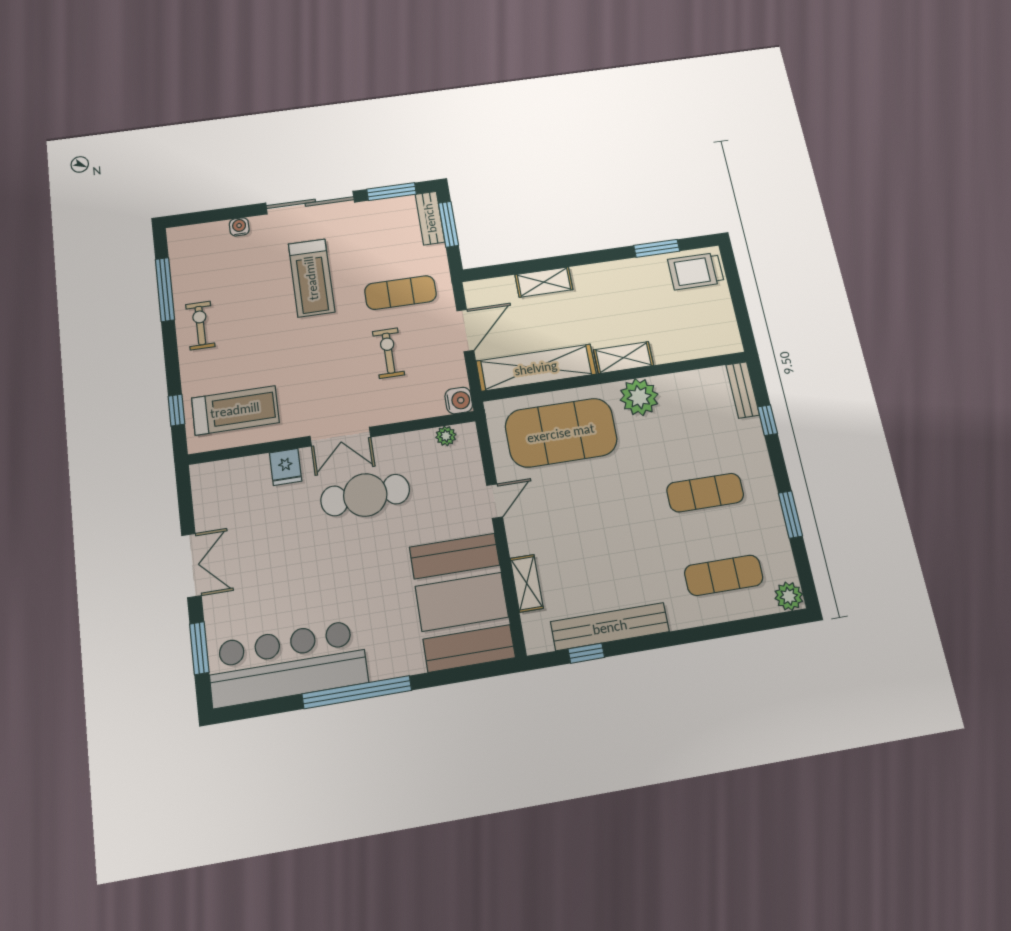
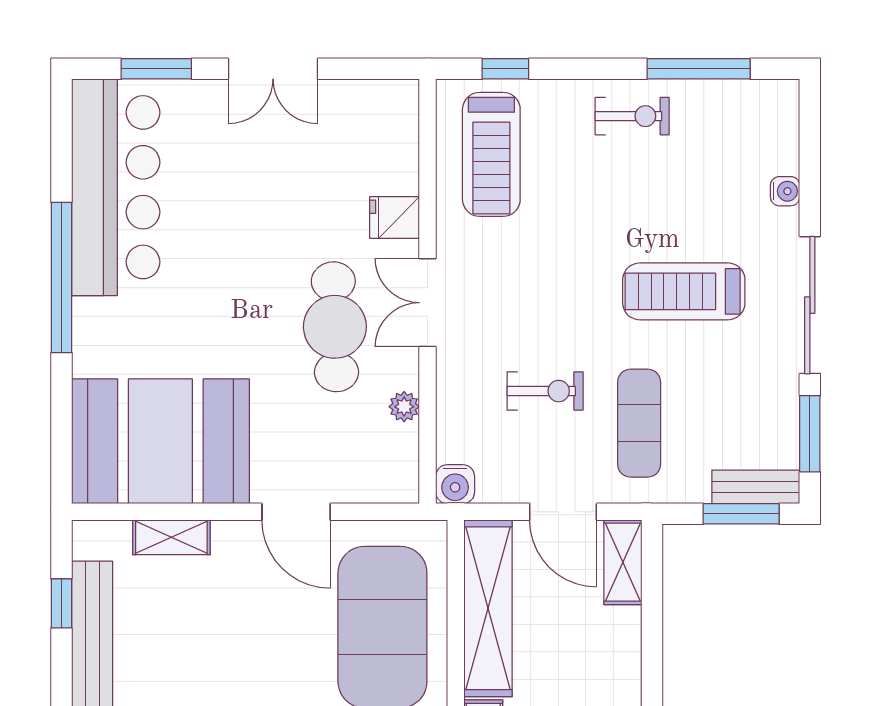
shelving: (544, 282) -> (623, 562), moved
plant: (446, 436) -> (404, 407), moved
door: (495, 501) -> (296, 512), width x1.38

